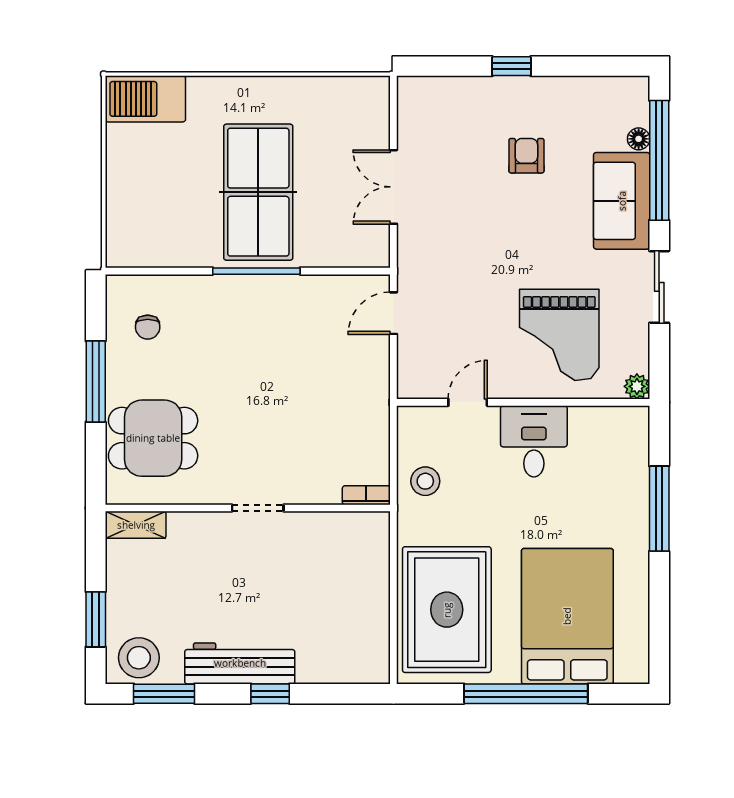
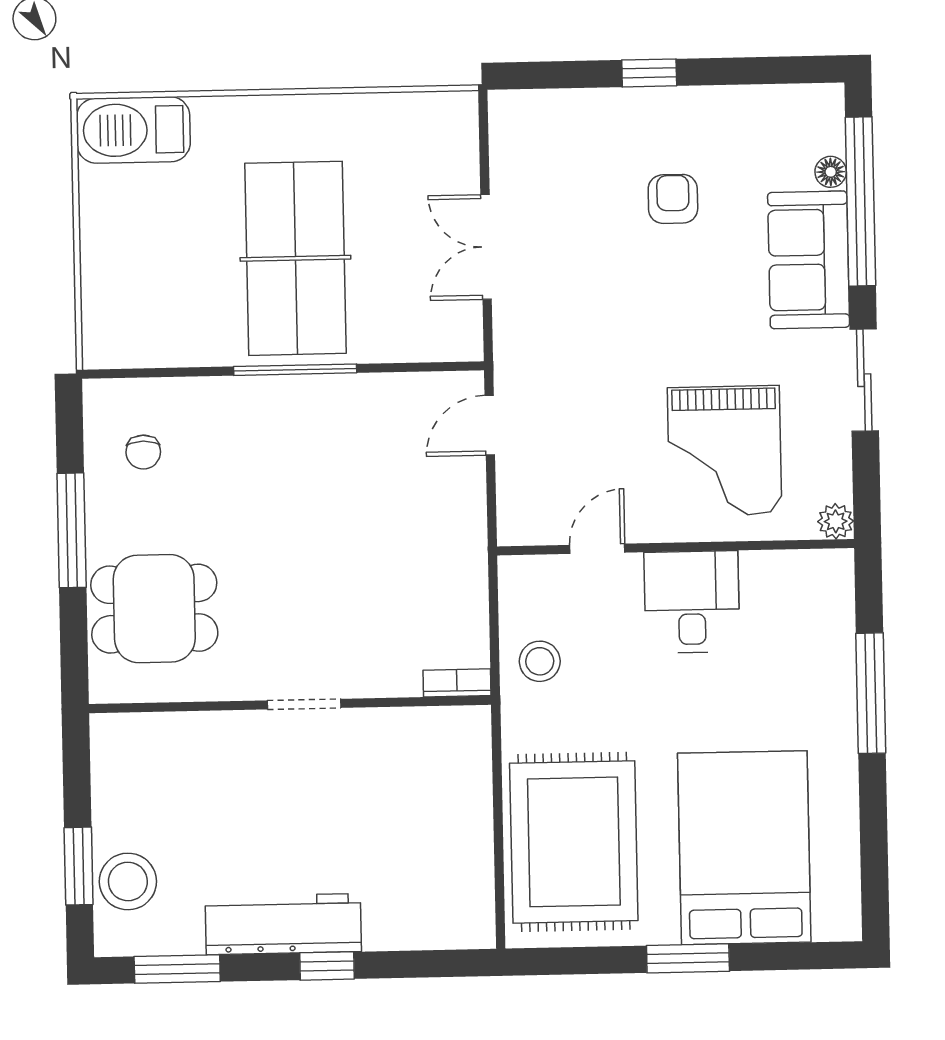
shelving: (136, 525) -> (132, 732), removed
stool: (139, 658) -> (128, 881), moved
window: (526, 694) -> (688, 958), width x0.47

